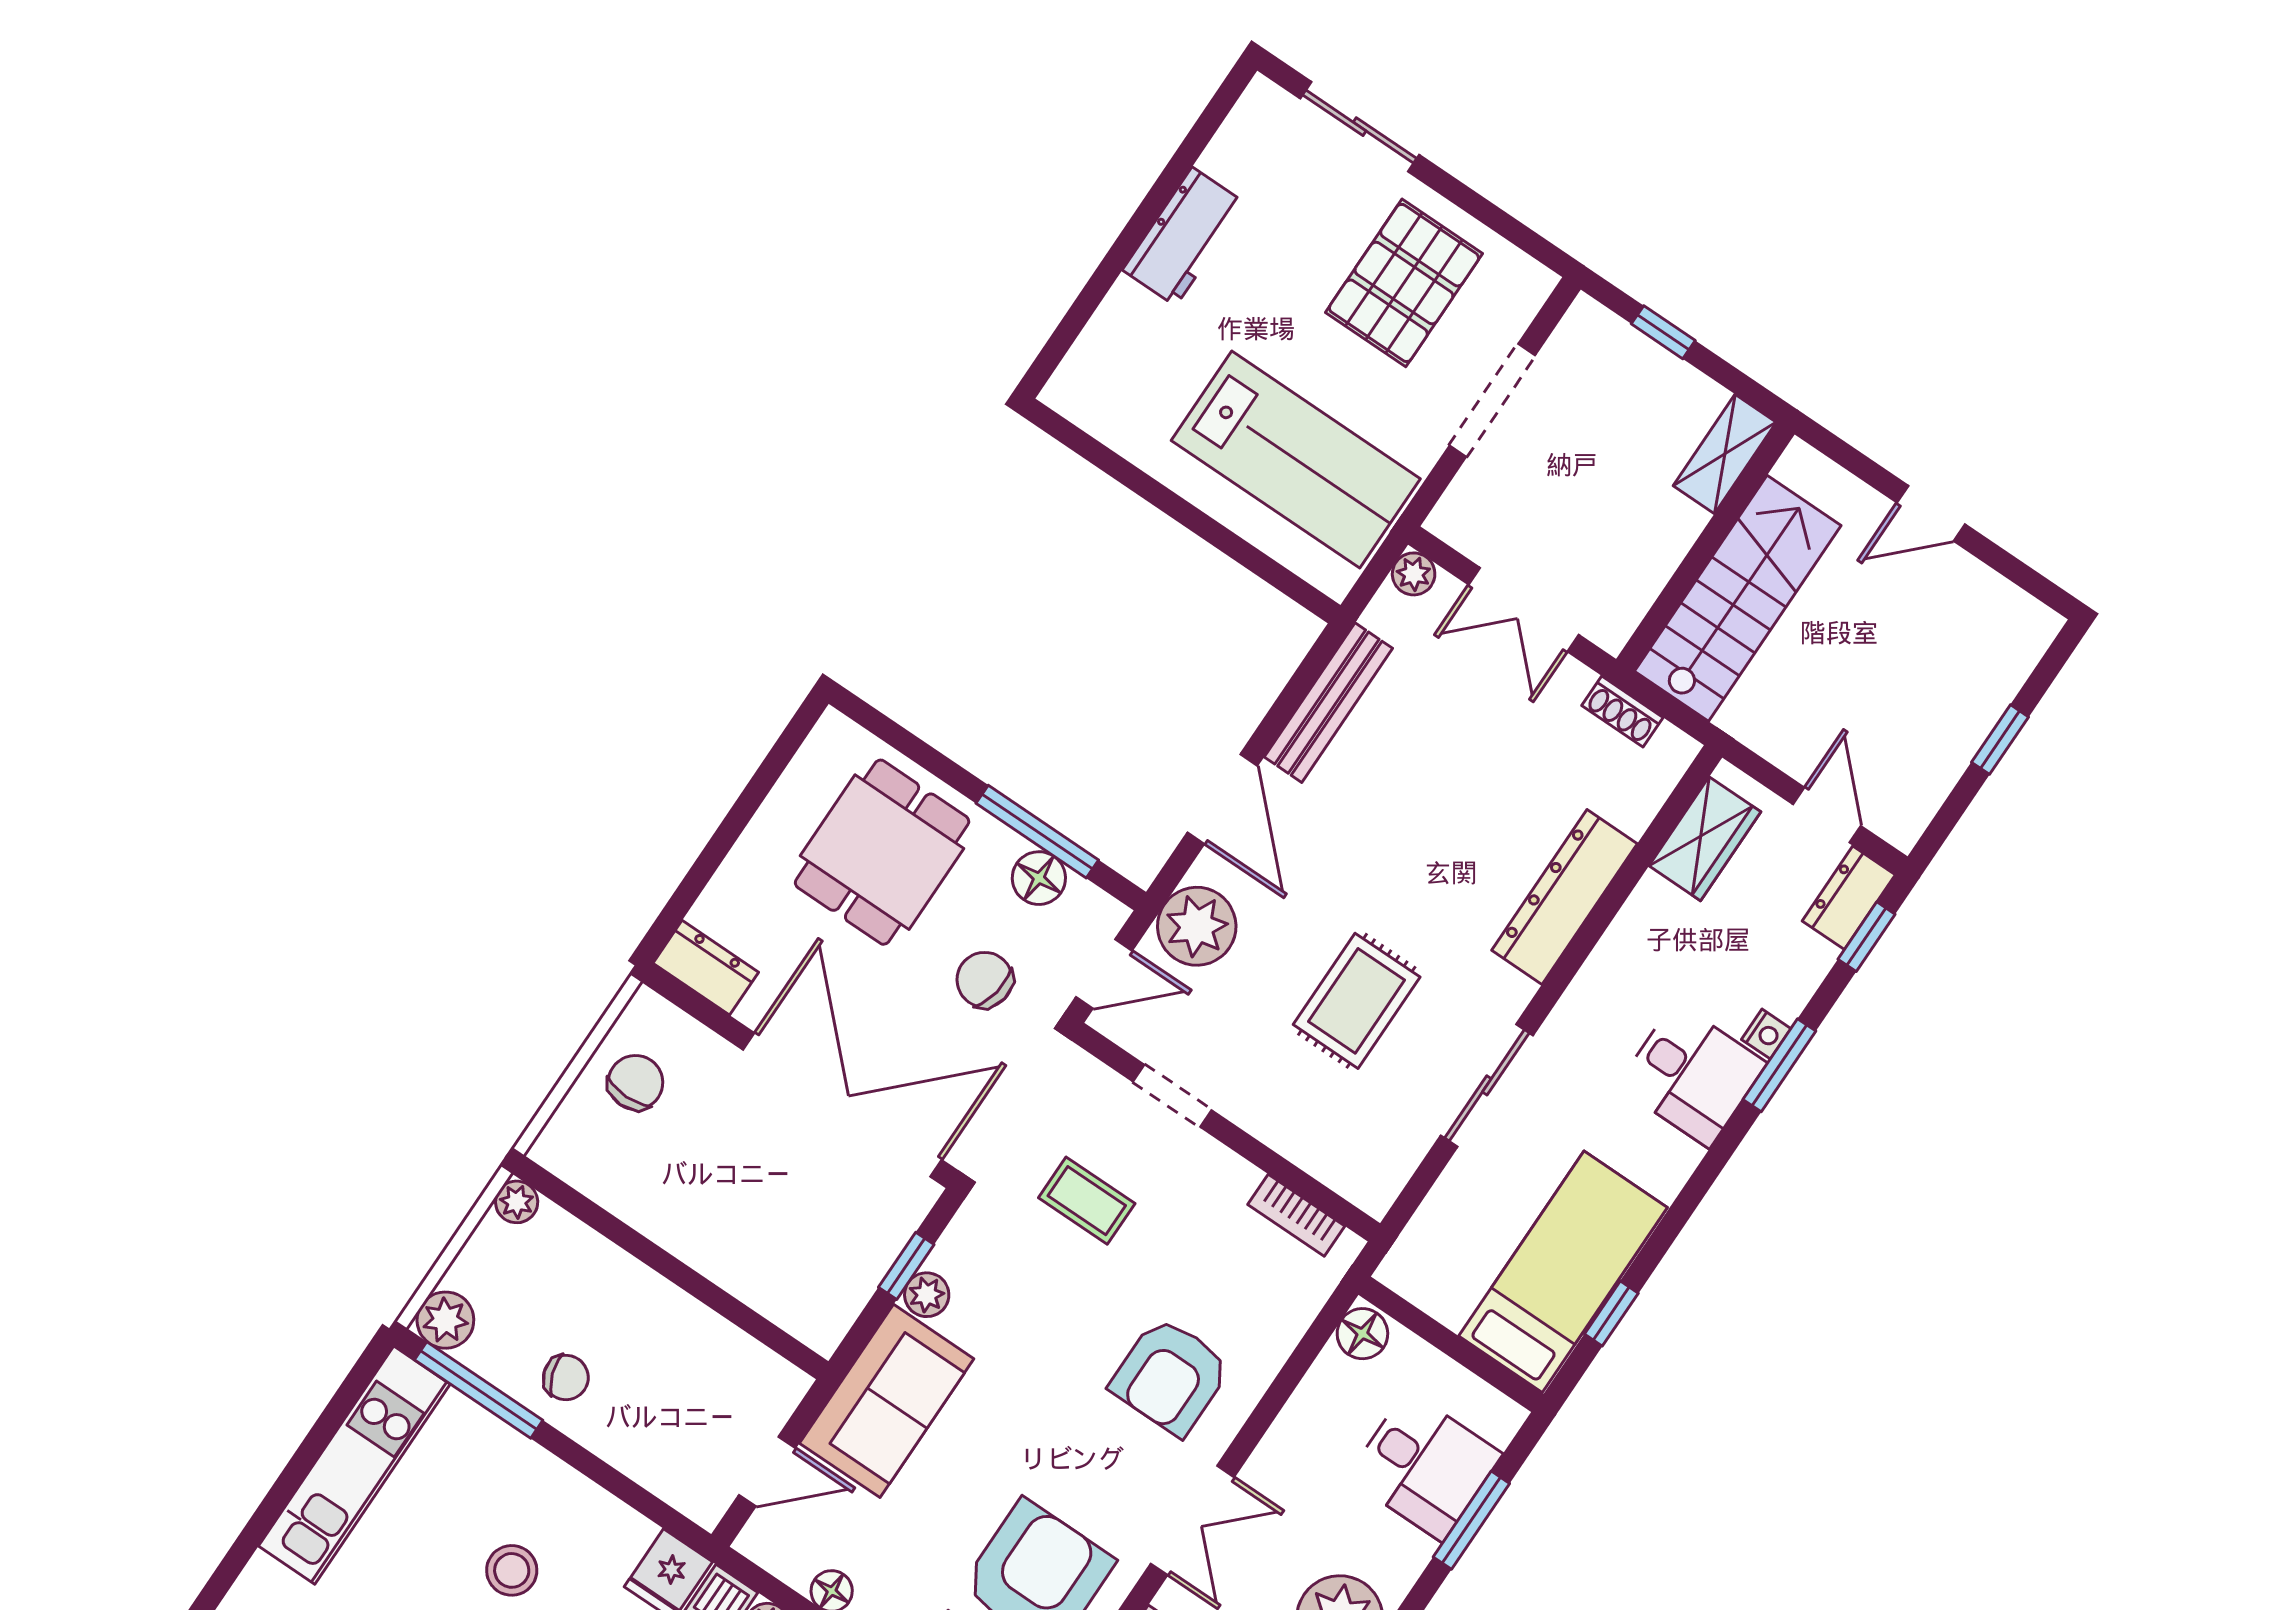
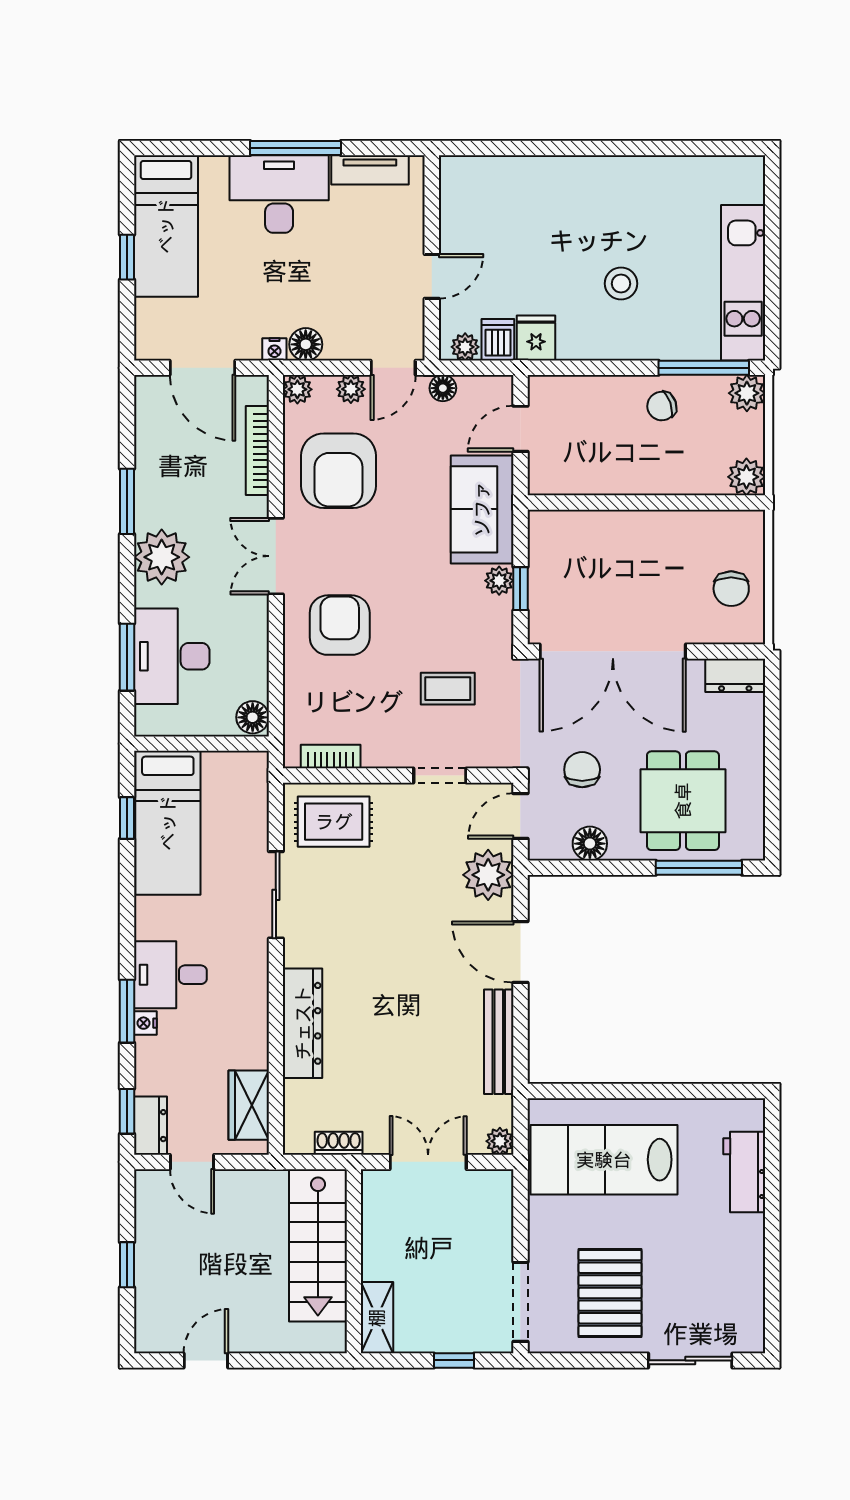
workbench: (1184, 236) -> (744, 1172), moved
doorway: (1492, 400) -> (520, 1302), moved
door: (1931, 513) -> (206, 1360), moved
window: (1037, 832) -> (699, 868), moved
chair: (985, 980) -> (582, 770), turned -100
rug: (1357, 1001) -> (334, 822), moved, turned 90
plant: (517, 1202) -> (746, 477), width x1.38, depth x1.38
desk: (1425, 1466) -> (172, 656), width x1.37

